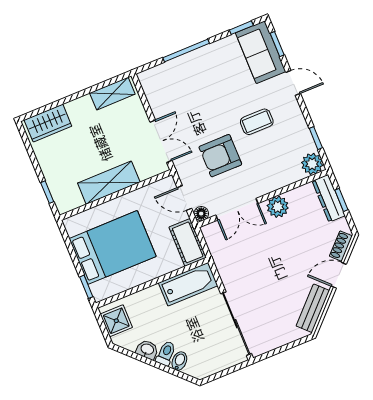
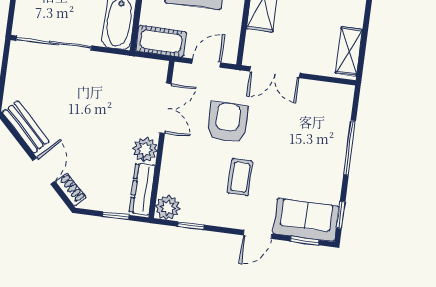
dresser: (329, 198) -> (142, 189), moved, turned -90
double door: (237, 209) -> (166, 108), swing flipped
floor lamp: (201, 214) -> (181, 71), removed

